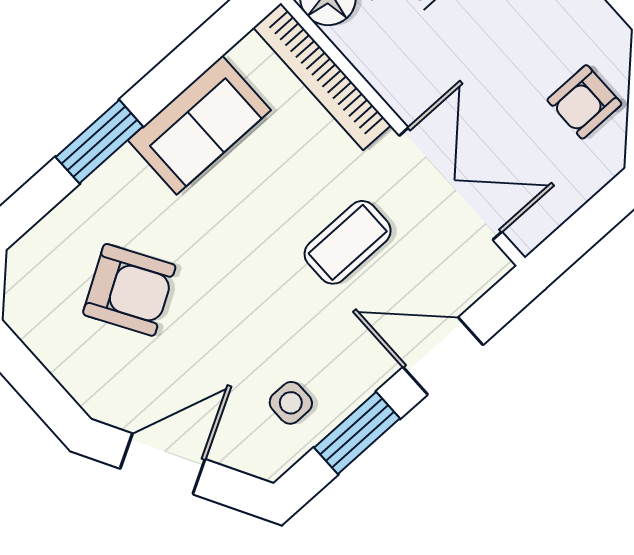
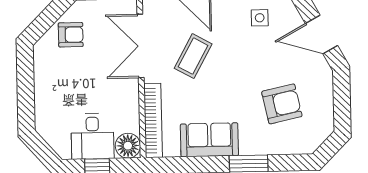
coffee table: (348, 242) -> (193, 56), turned -61
armchair: (129, 290) -> (282, 104), turned 109

